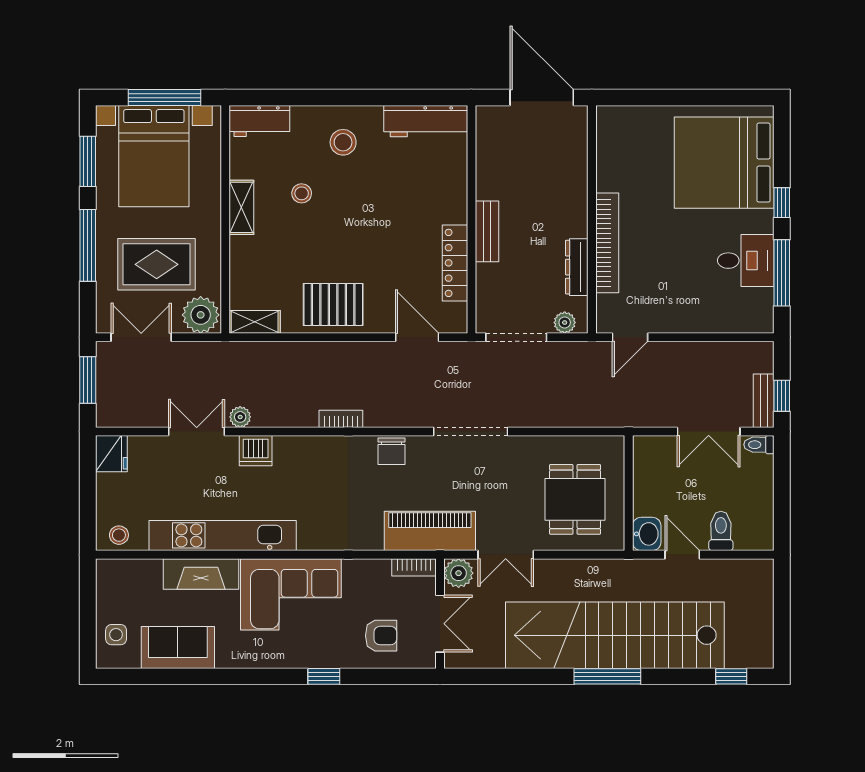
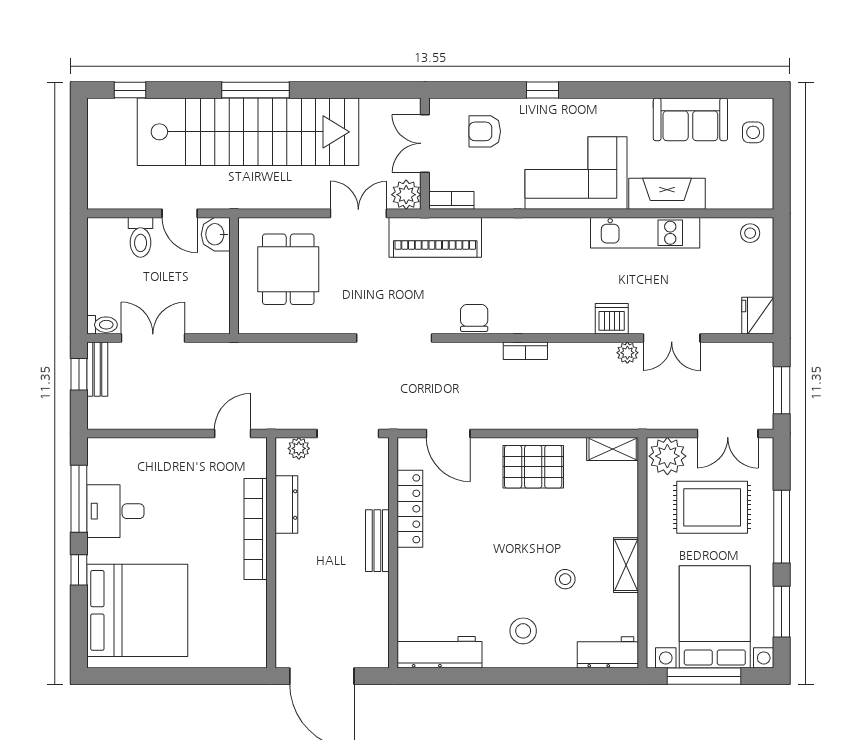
kitchen unit: (223, 535) -> (645, 233), width x0.73

